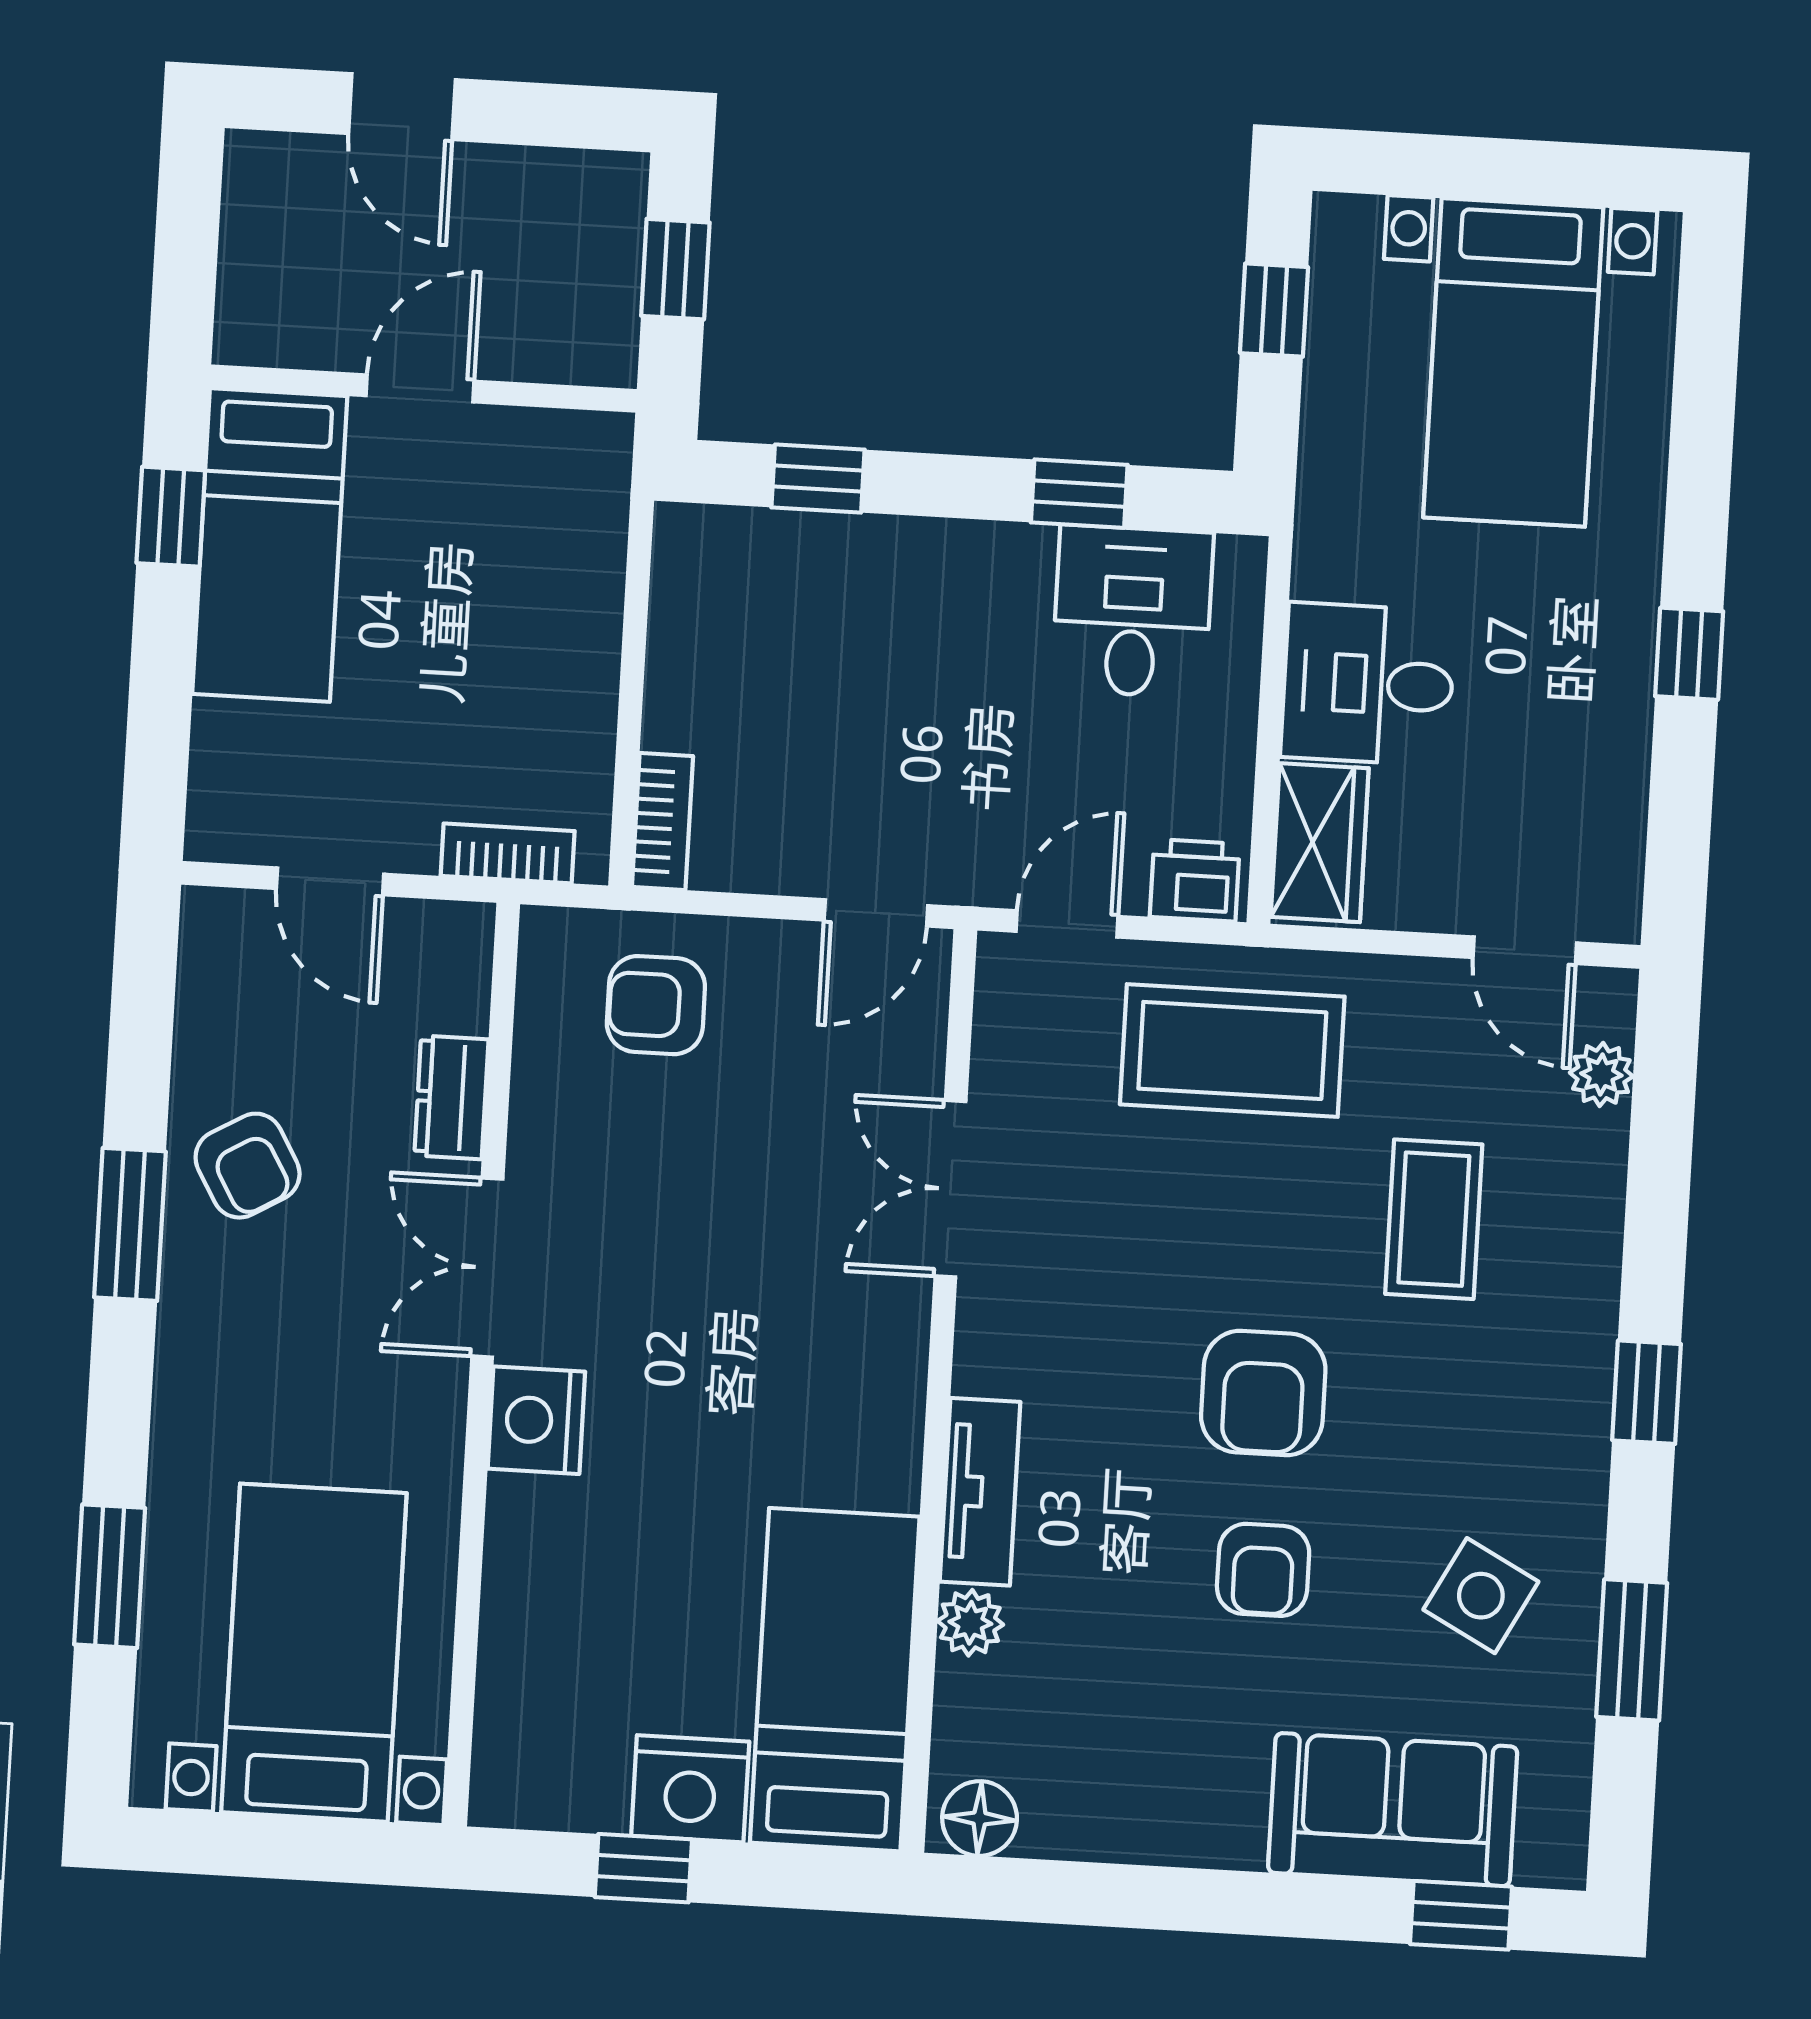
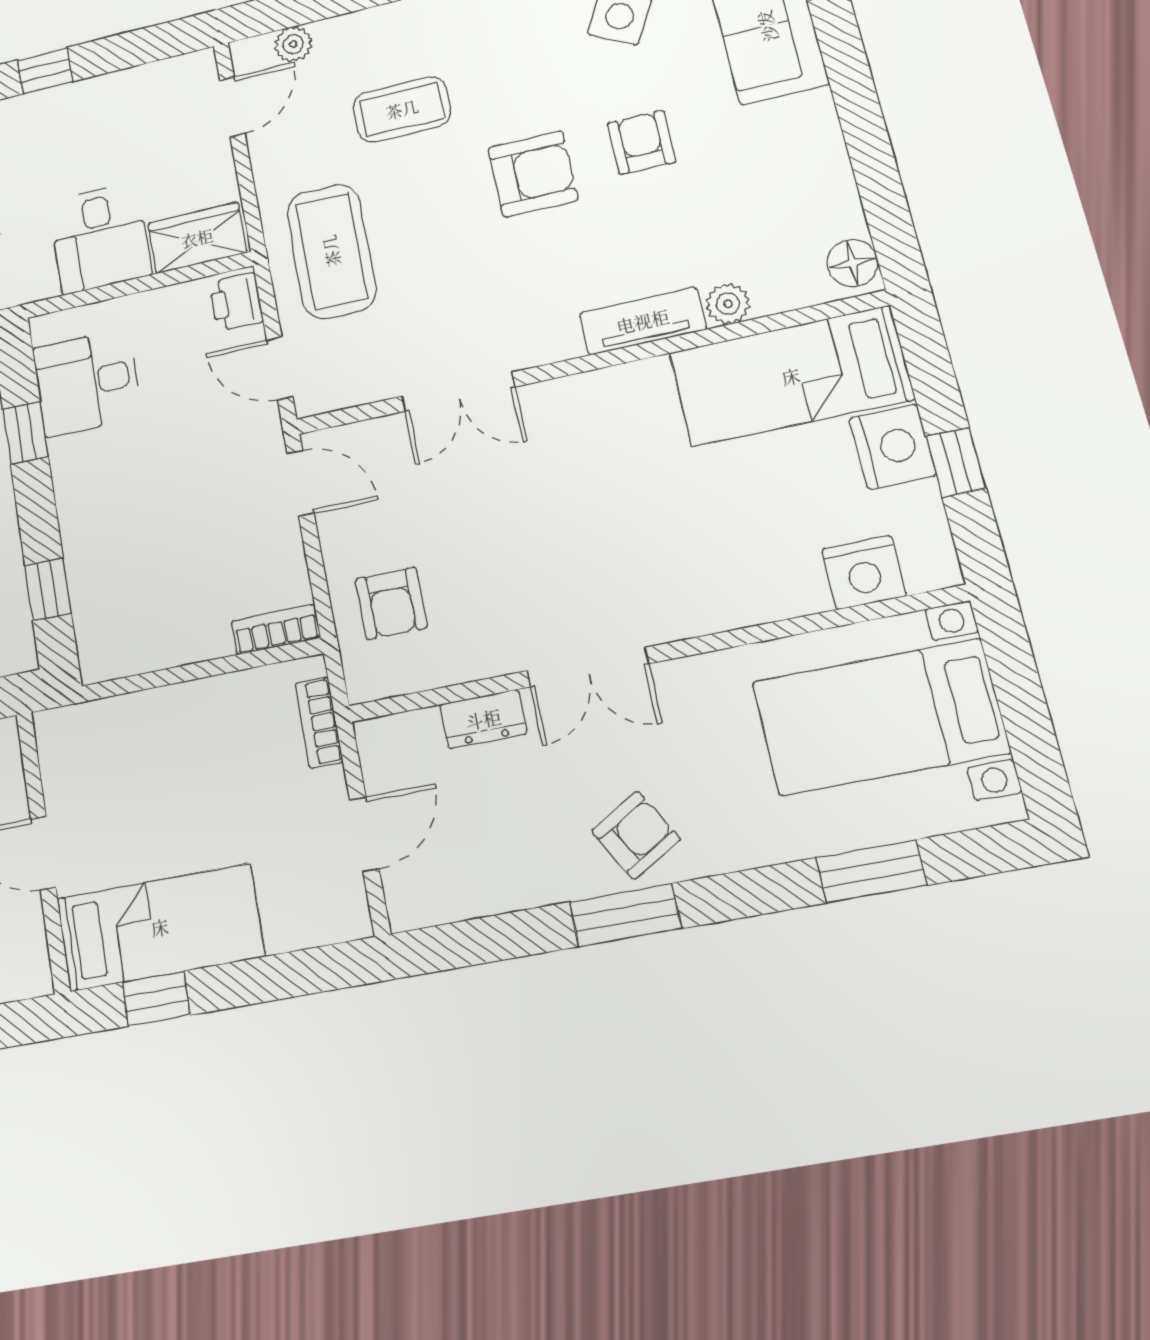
armchair: (248, 1166) -> (636, 835), moved
nightstand: (536, 1420) -> (864, 573), moved
armchair: (1263, 1570) -> (641, 142), turned -90

